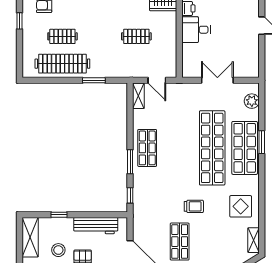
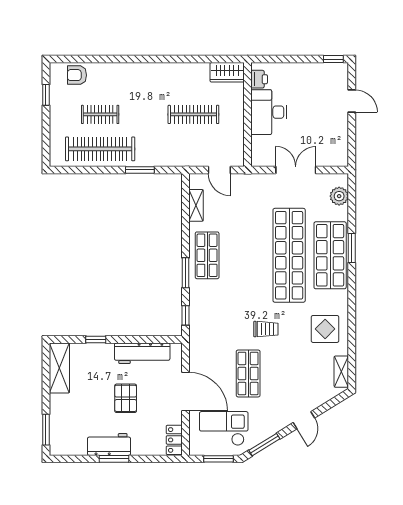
desk: (196, 30) -> (269, 112), width x1.37
clothes rail: (136, 36) -> (193, 114), width x1.36
shelving: (138, 96) -> (196, 205), moved
stool: (58, 250) -> (95, 384), removed

